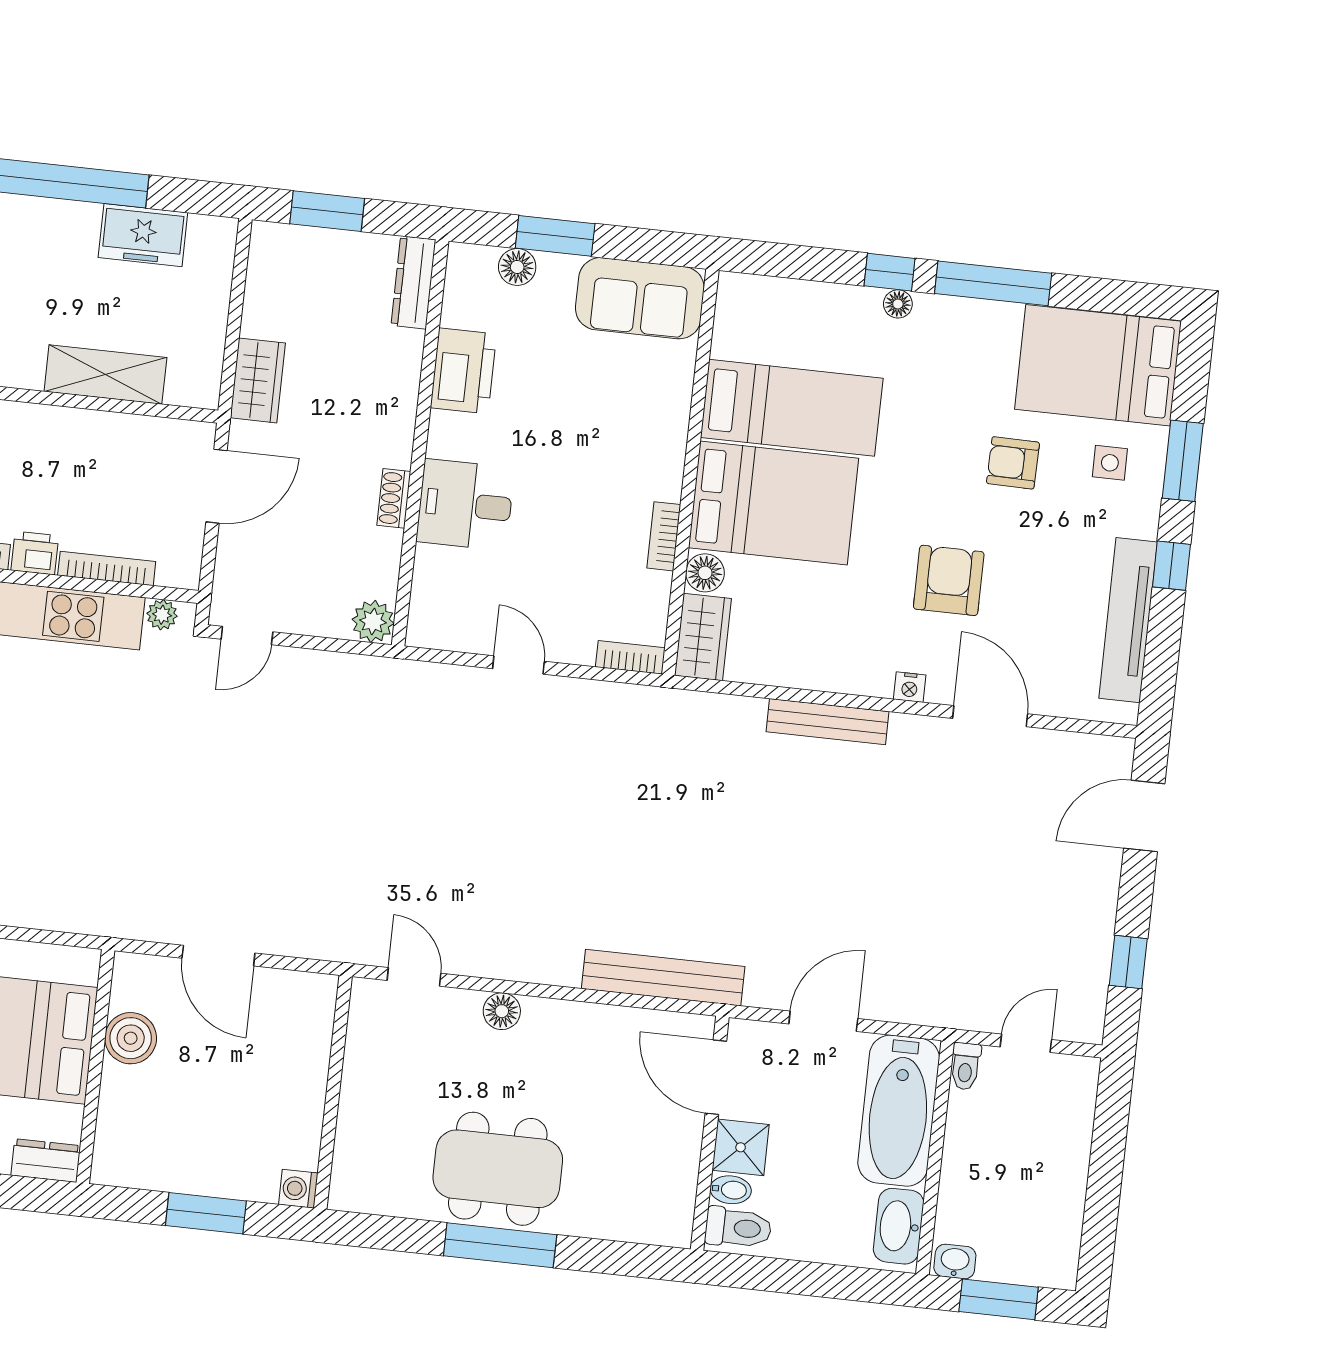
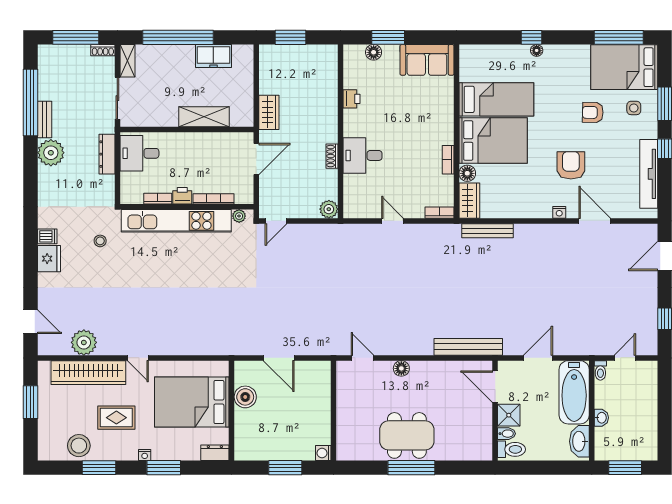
dresser: (413, 282) -> (330, 64), removed
window: (993, 283) -> (619, 37), moved
printer: (463, 371) -> (352, 99), width x0.53, depth x0.68
bench: (828, 722) -> (487, 231), moved
washbasin: (955, 1262) -> (601, 418), moved, turned 90

